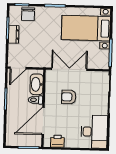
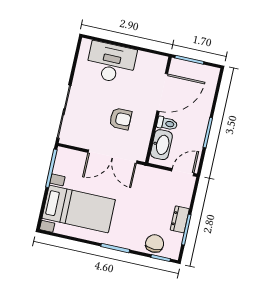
desk: (94, 132) -> (111, 63), moved, turned 90
printer: (57, 141) -> (148, 61), removed

